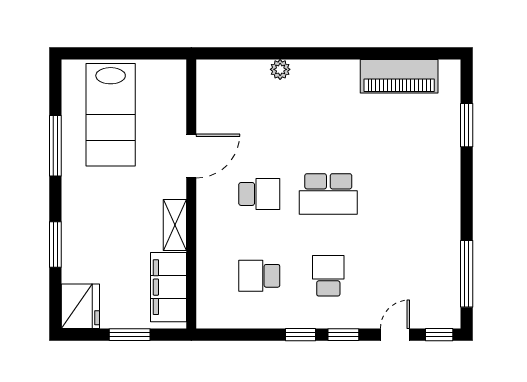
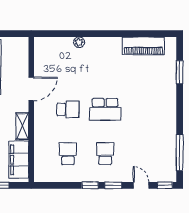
school desk: (259, 276) -> (68, 154), turned 90
door: (395, 335) -> (141, 185), hinge flipped

